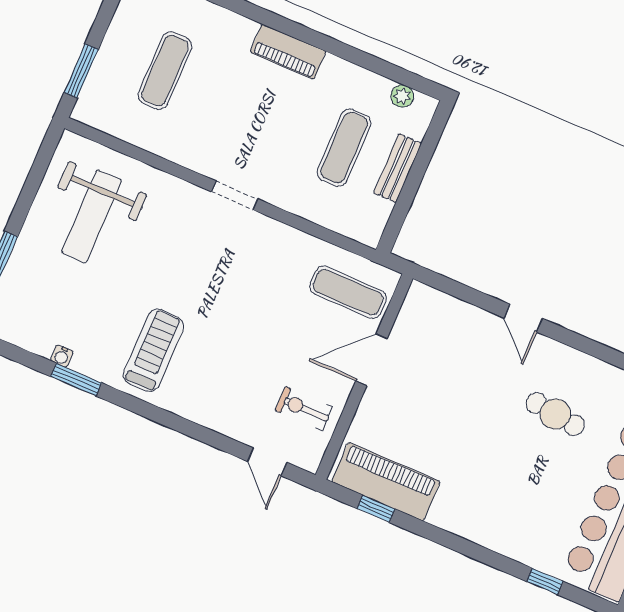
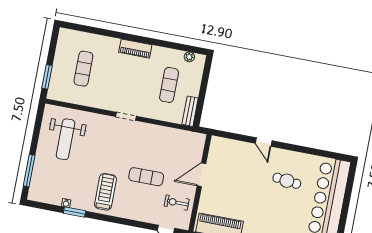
bench: (398, 168) -> (190, 111), moved
exercise mat: (348, 292) -> (146, 177), moved

